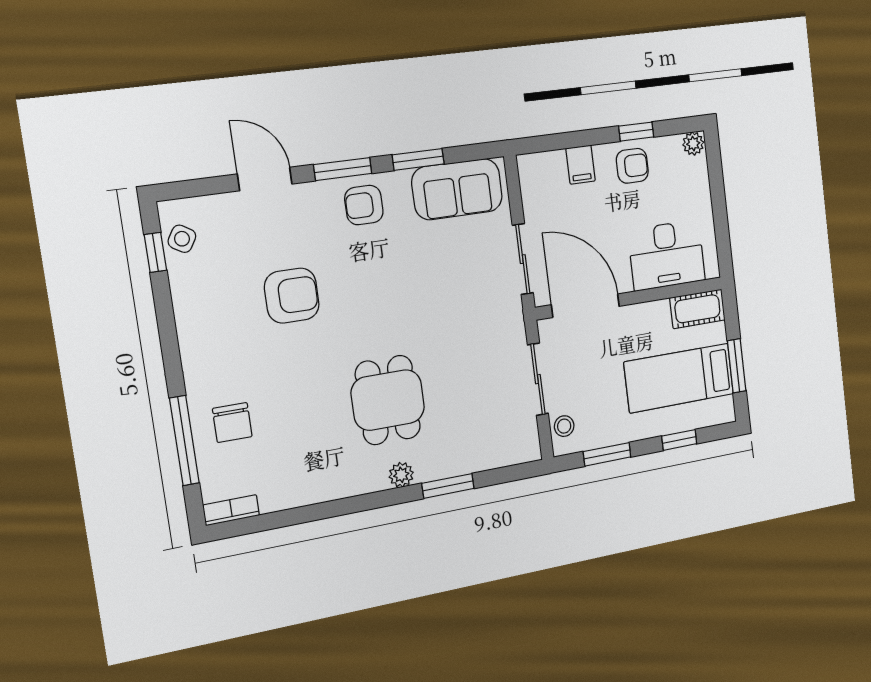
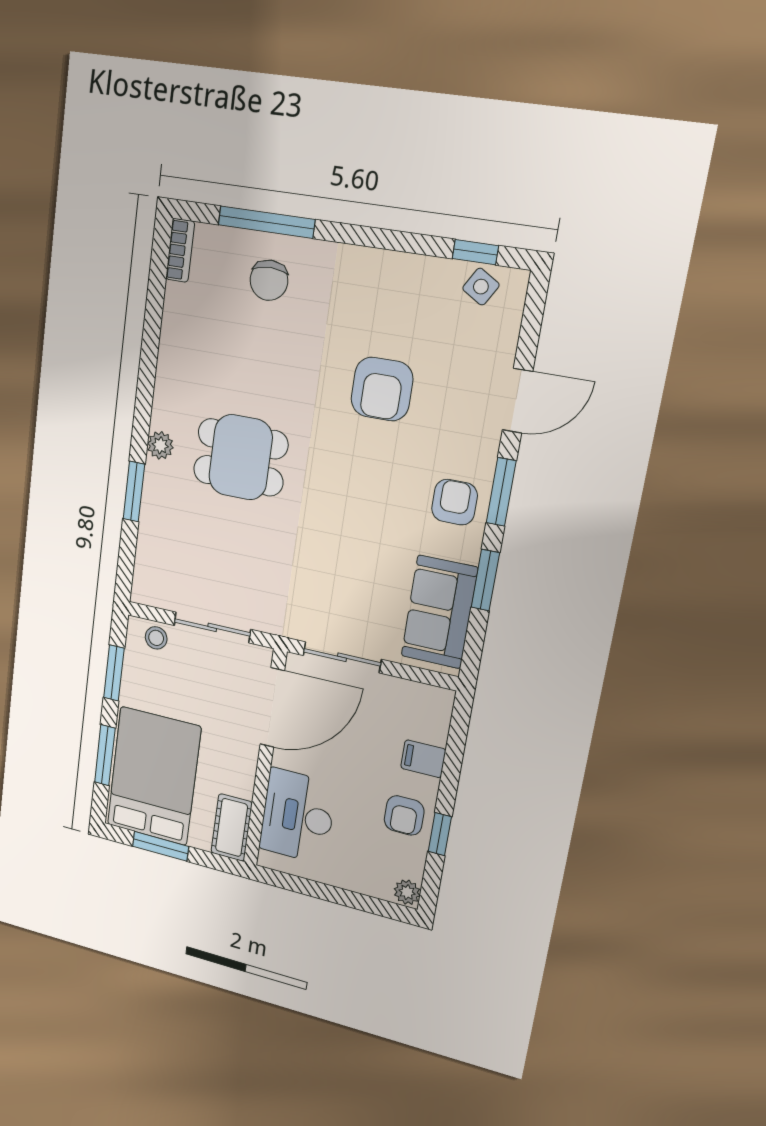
bed: (679, 378) -> (154, 776), width x1.50
chair: (232, 423) -> (269, 280), turned -90
window: (679, 440) -> (105, 755), width x1.50

